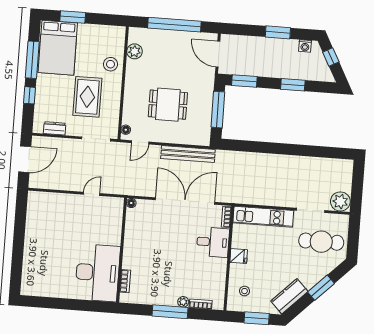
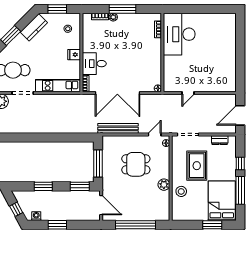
plant: (135, 51) -> (164, 185), moved

